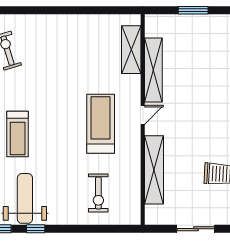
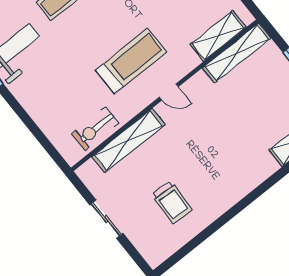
shelving: (153, 70) -> (237, 53), moved
exercise bike: (98, 193) -> (95, 129), moved

